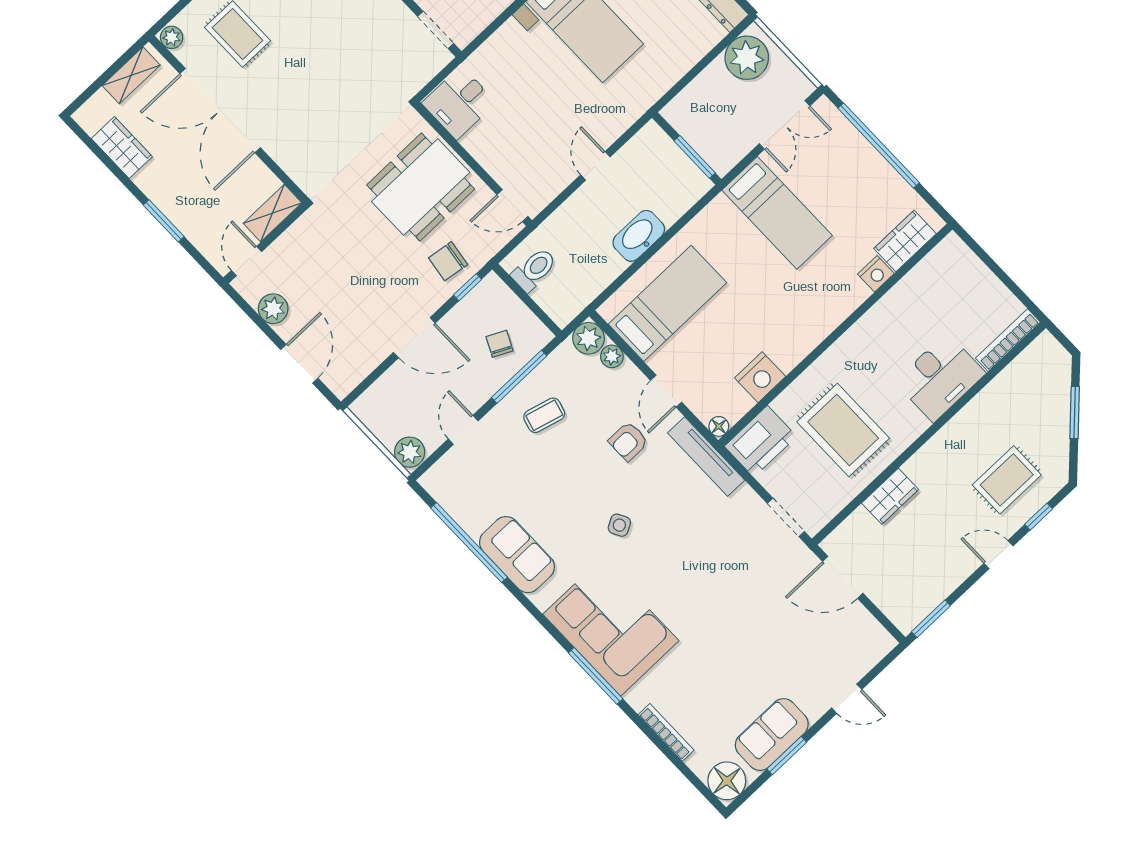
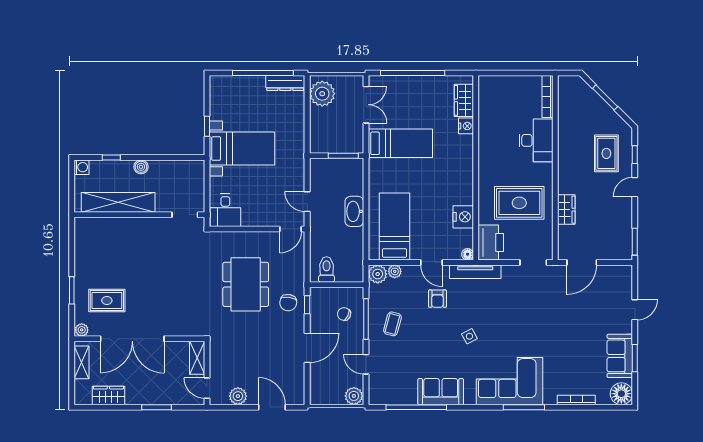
desk: (459, 103) -> (225, 210), moved
wall: (473, 164) -> (257, 229), moved
door: (512, 206) -> (291, 229), moved

